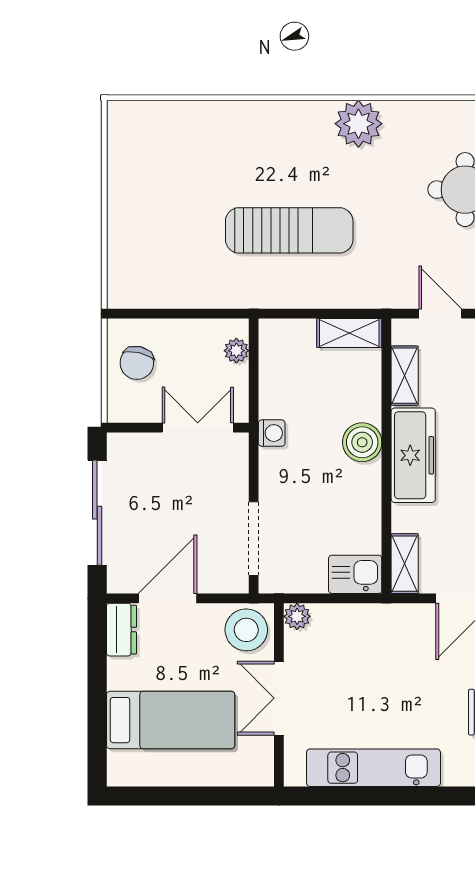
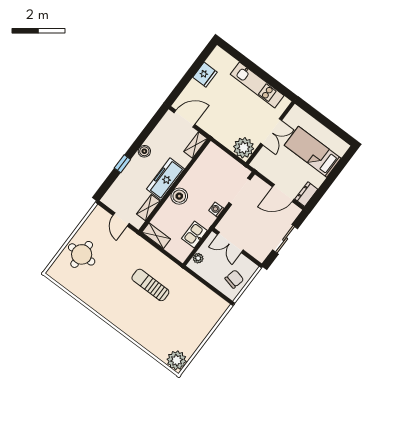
plant: (358, 124) -> (177, 360), moved
sun lounger: (289, 230) -> (150, 285), width x0.73, depth x0.75
washing machine: (272, 433) -> (216, 210), moved
sliding door: (97, 513) -> (285, 239), width x0.73
kitchen sink: (355, 574) -> (194, 235), moved, turned 90
plant: (297, 616) -> (244, 148), width x1.88, depth x1.88
stool: (246, 630) -> (265, 163), removed

